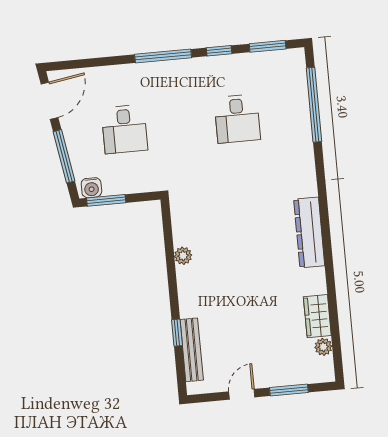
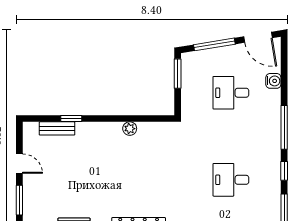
water cooler: (91, 188) -> (273, 81), moved, turned 180
bench: (192, 350) -> (57, 128), width x0.73

